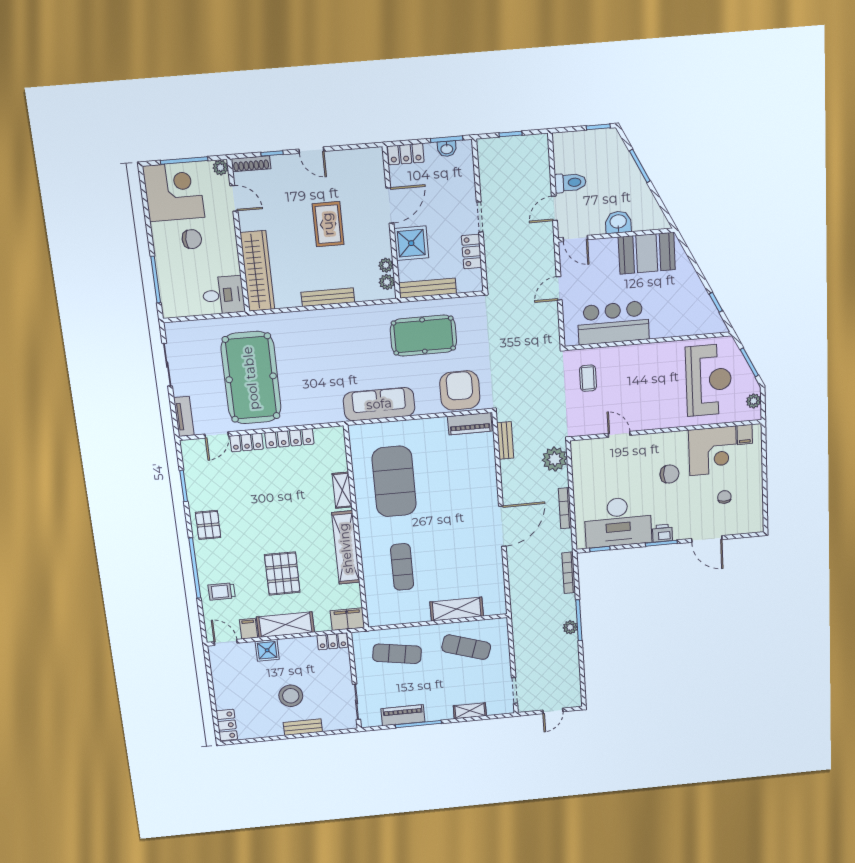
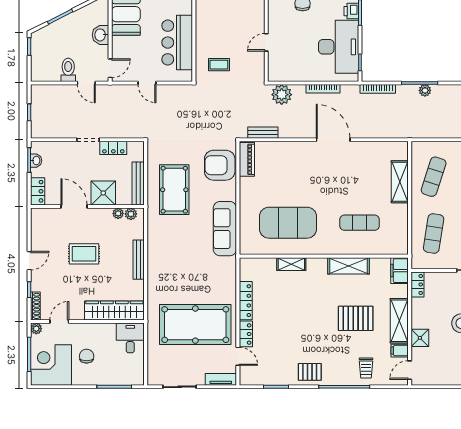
shelving: (346, 548) -> (348, 266), width x0.68

